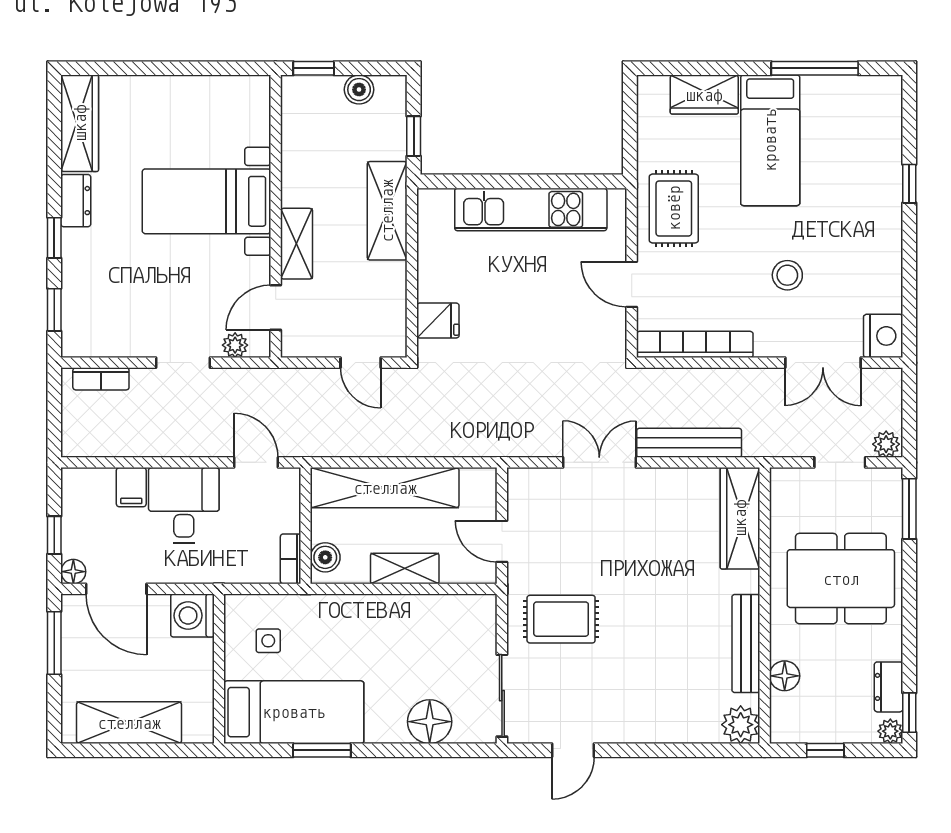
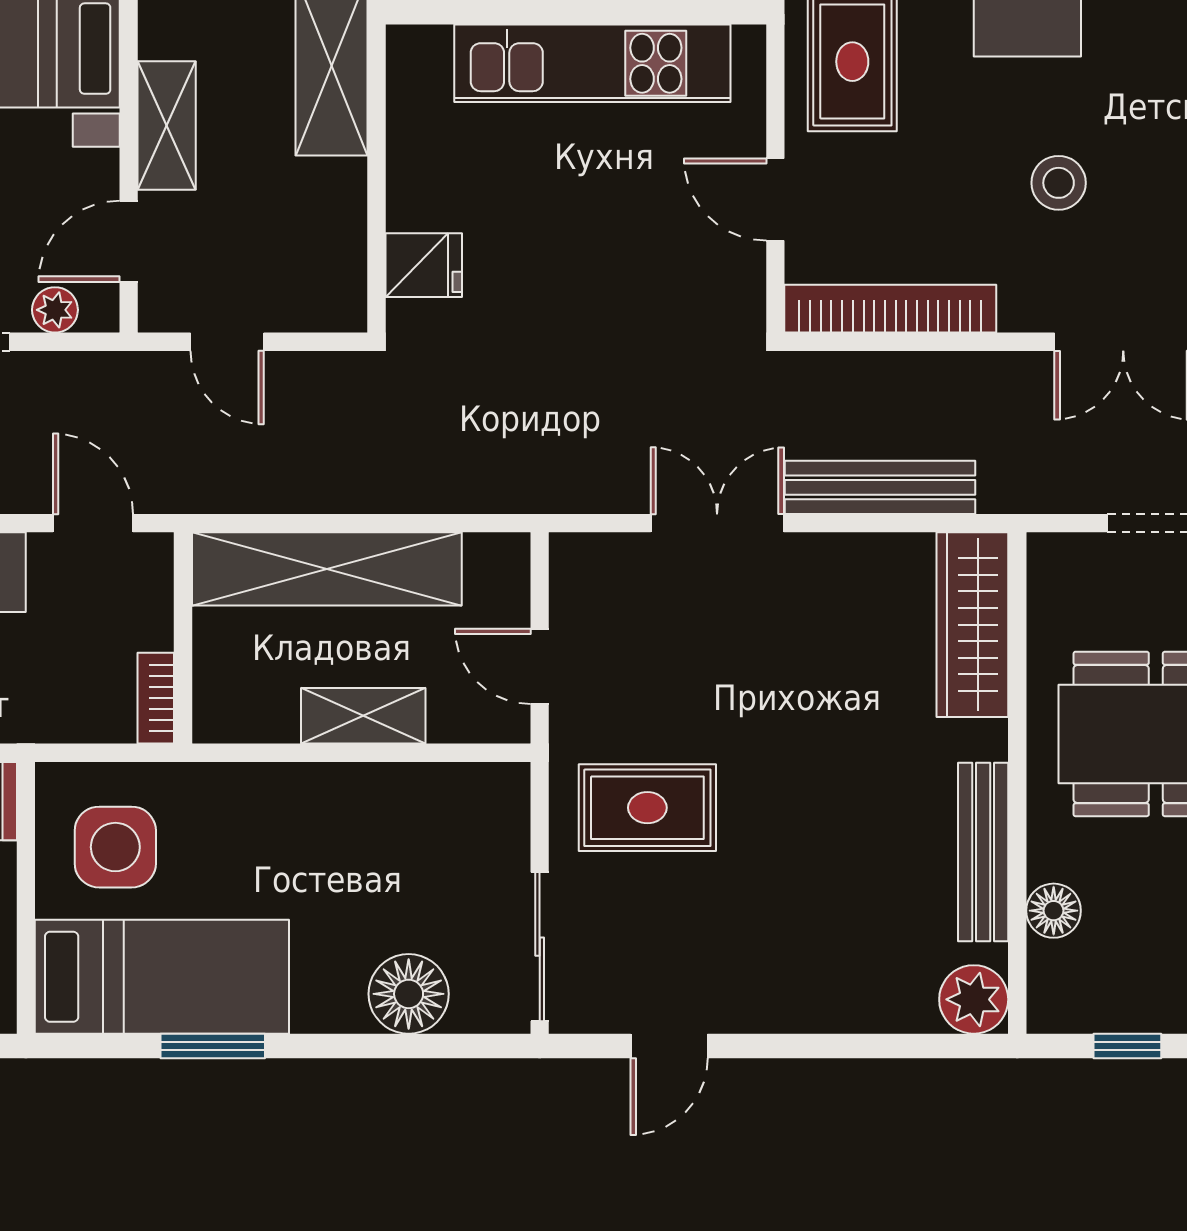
door: (361, 363) -> (227, 342), moved
boiler: (325, 557) -> (219, 695), removed
side table: (268, 641) -> (115, 847), width x1.87, depth x1.87

